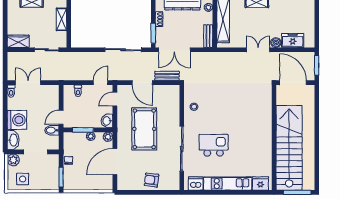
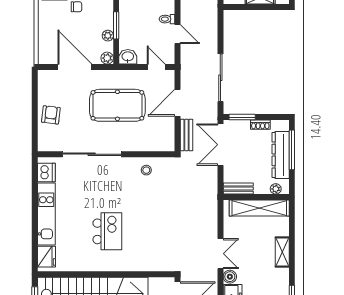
door: (101, 83) -> (178, 34), moved
kitchen island: (214, 145) -> (107, 231), moved

